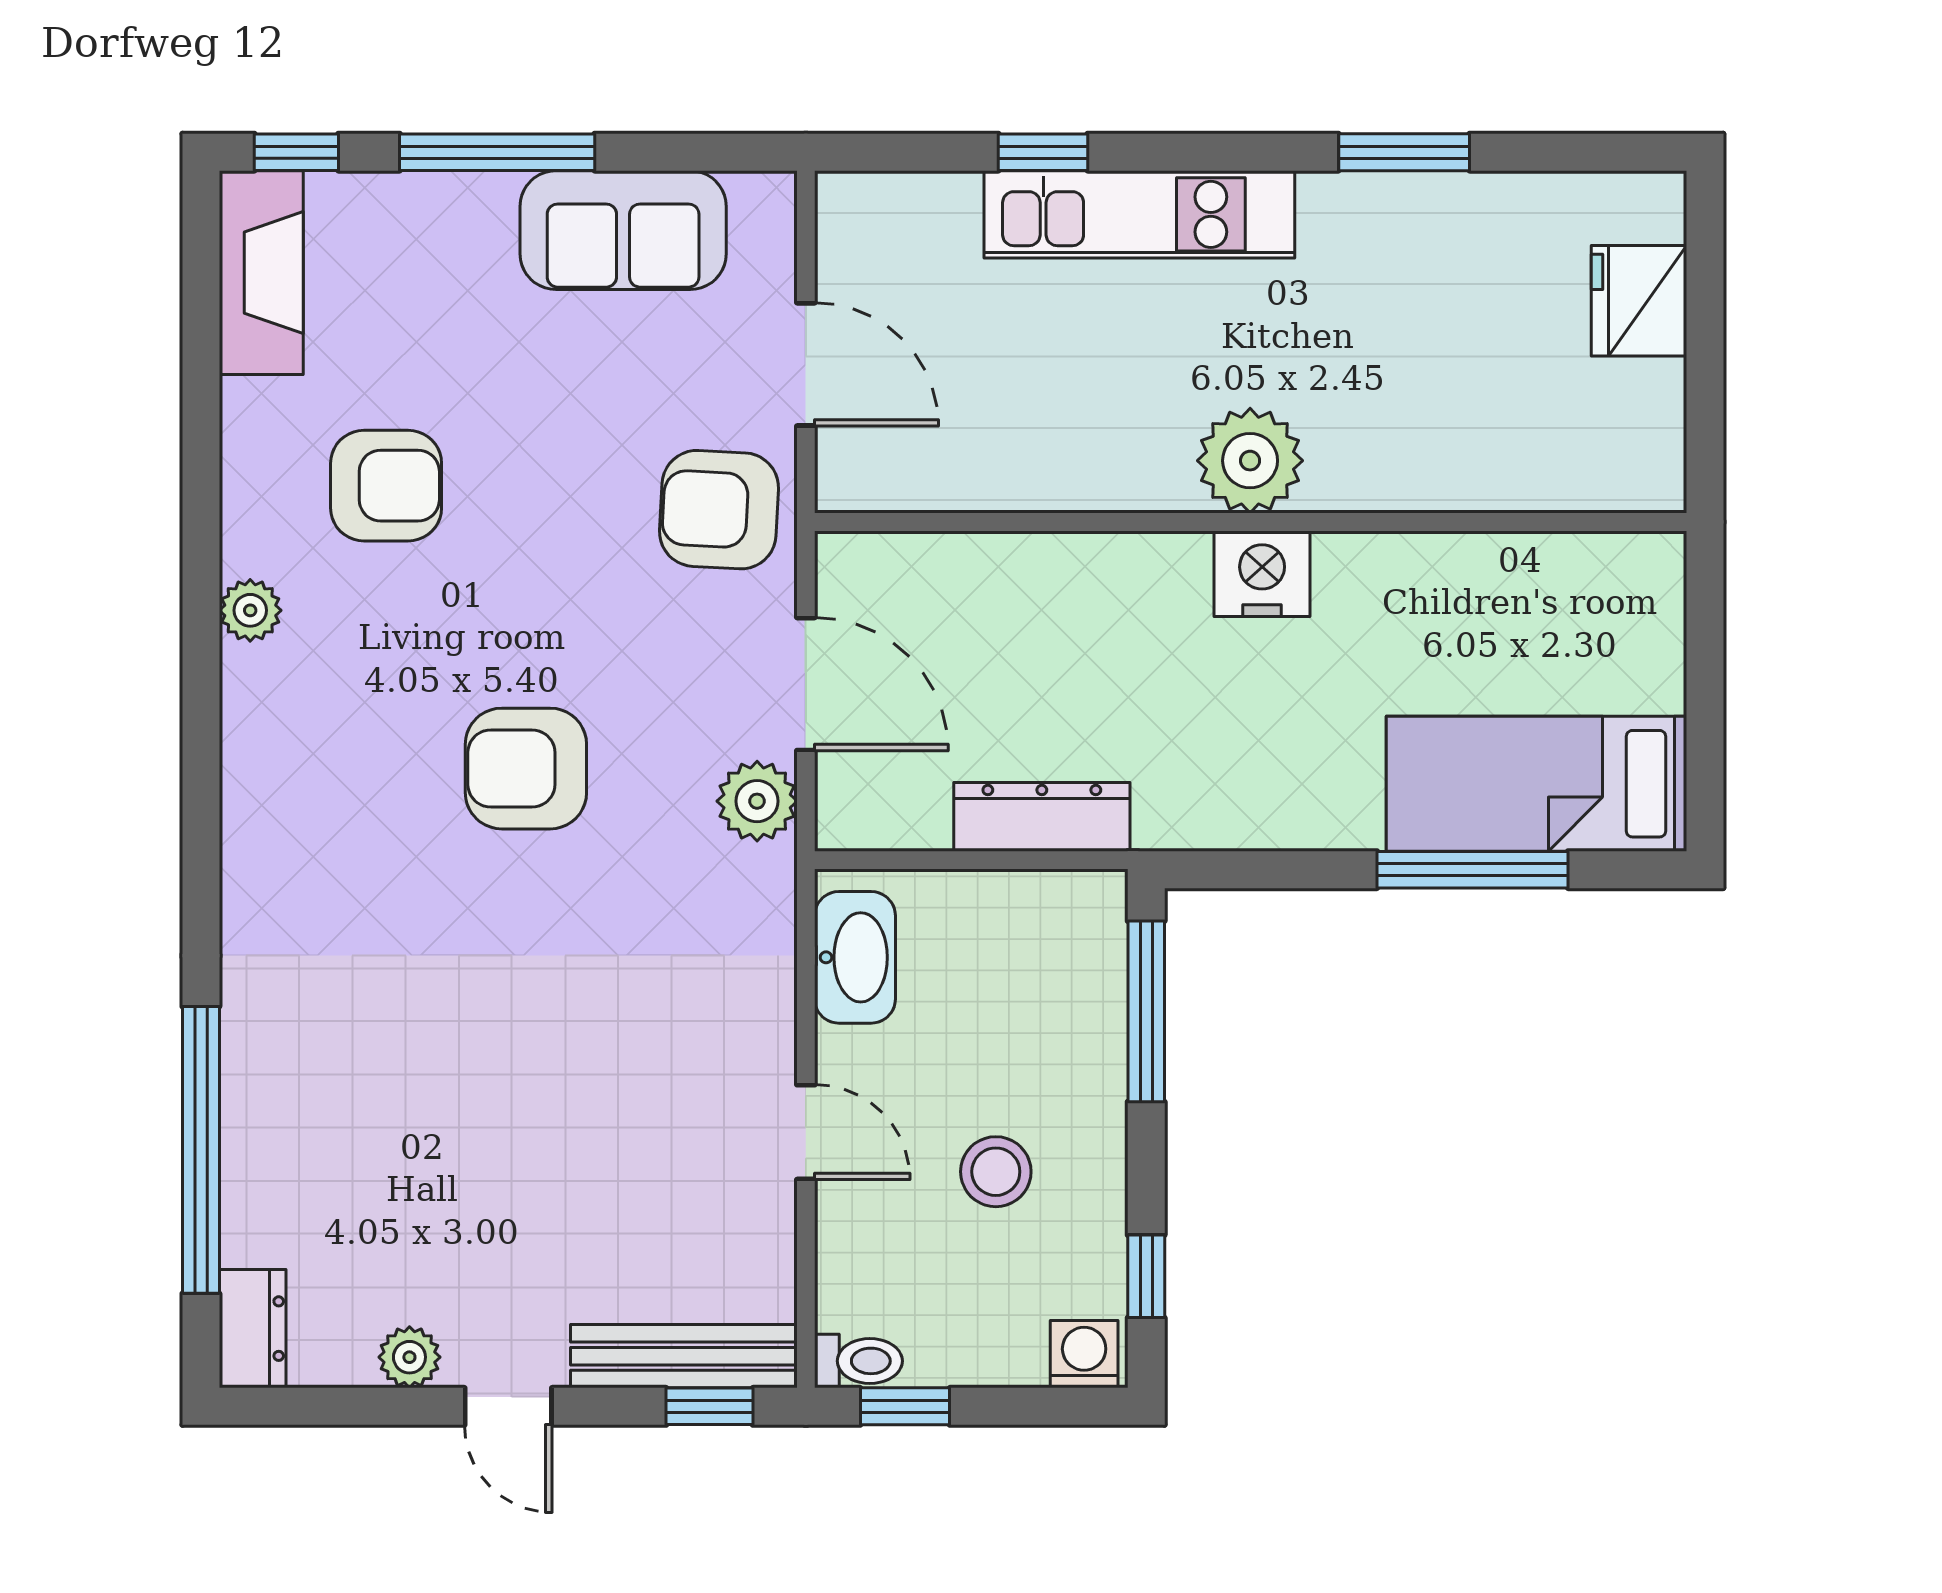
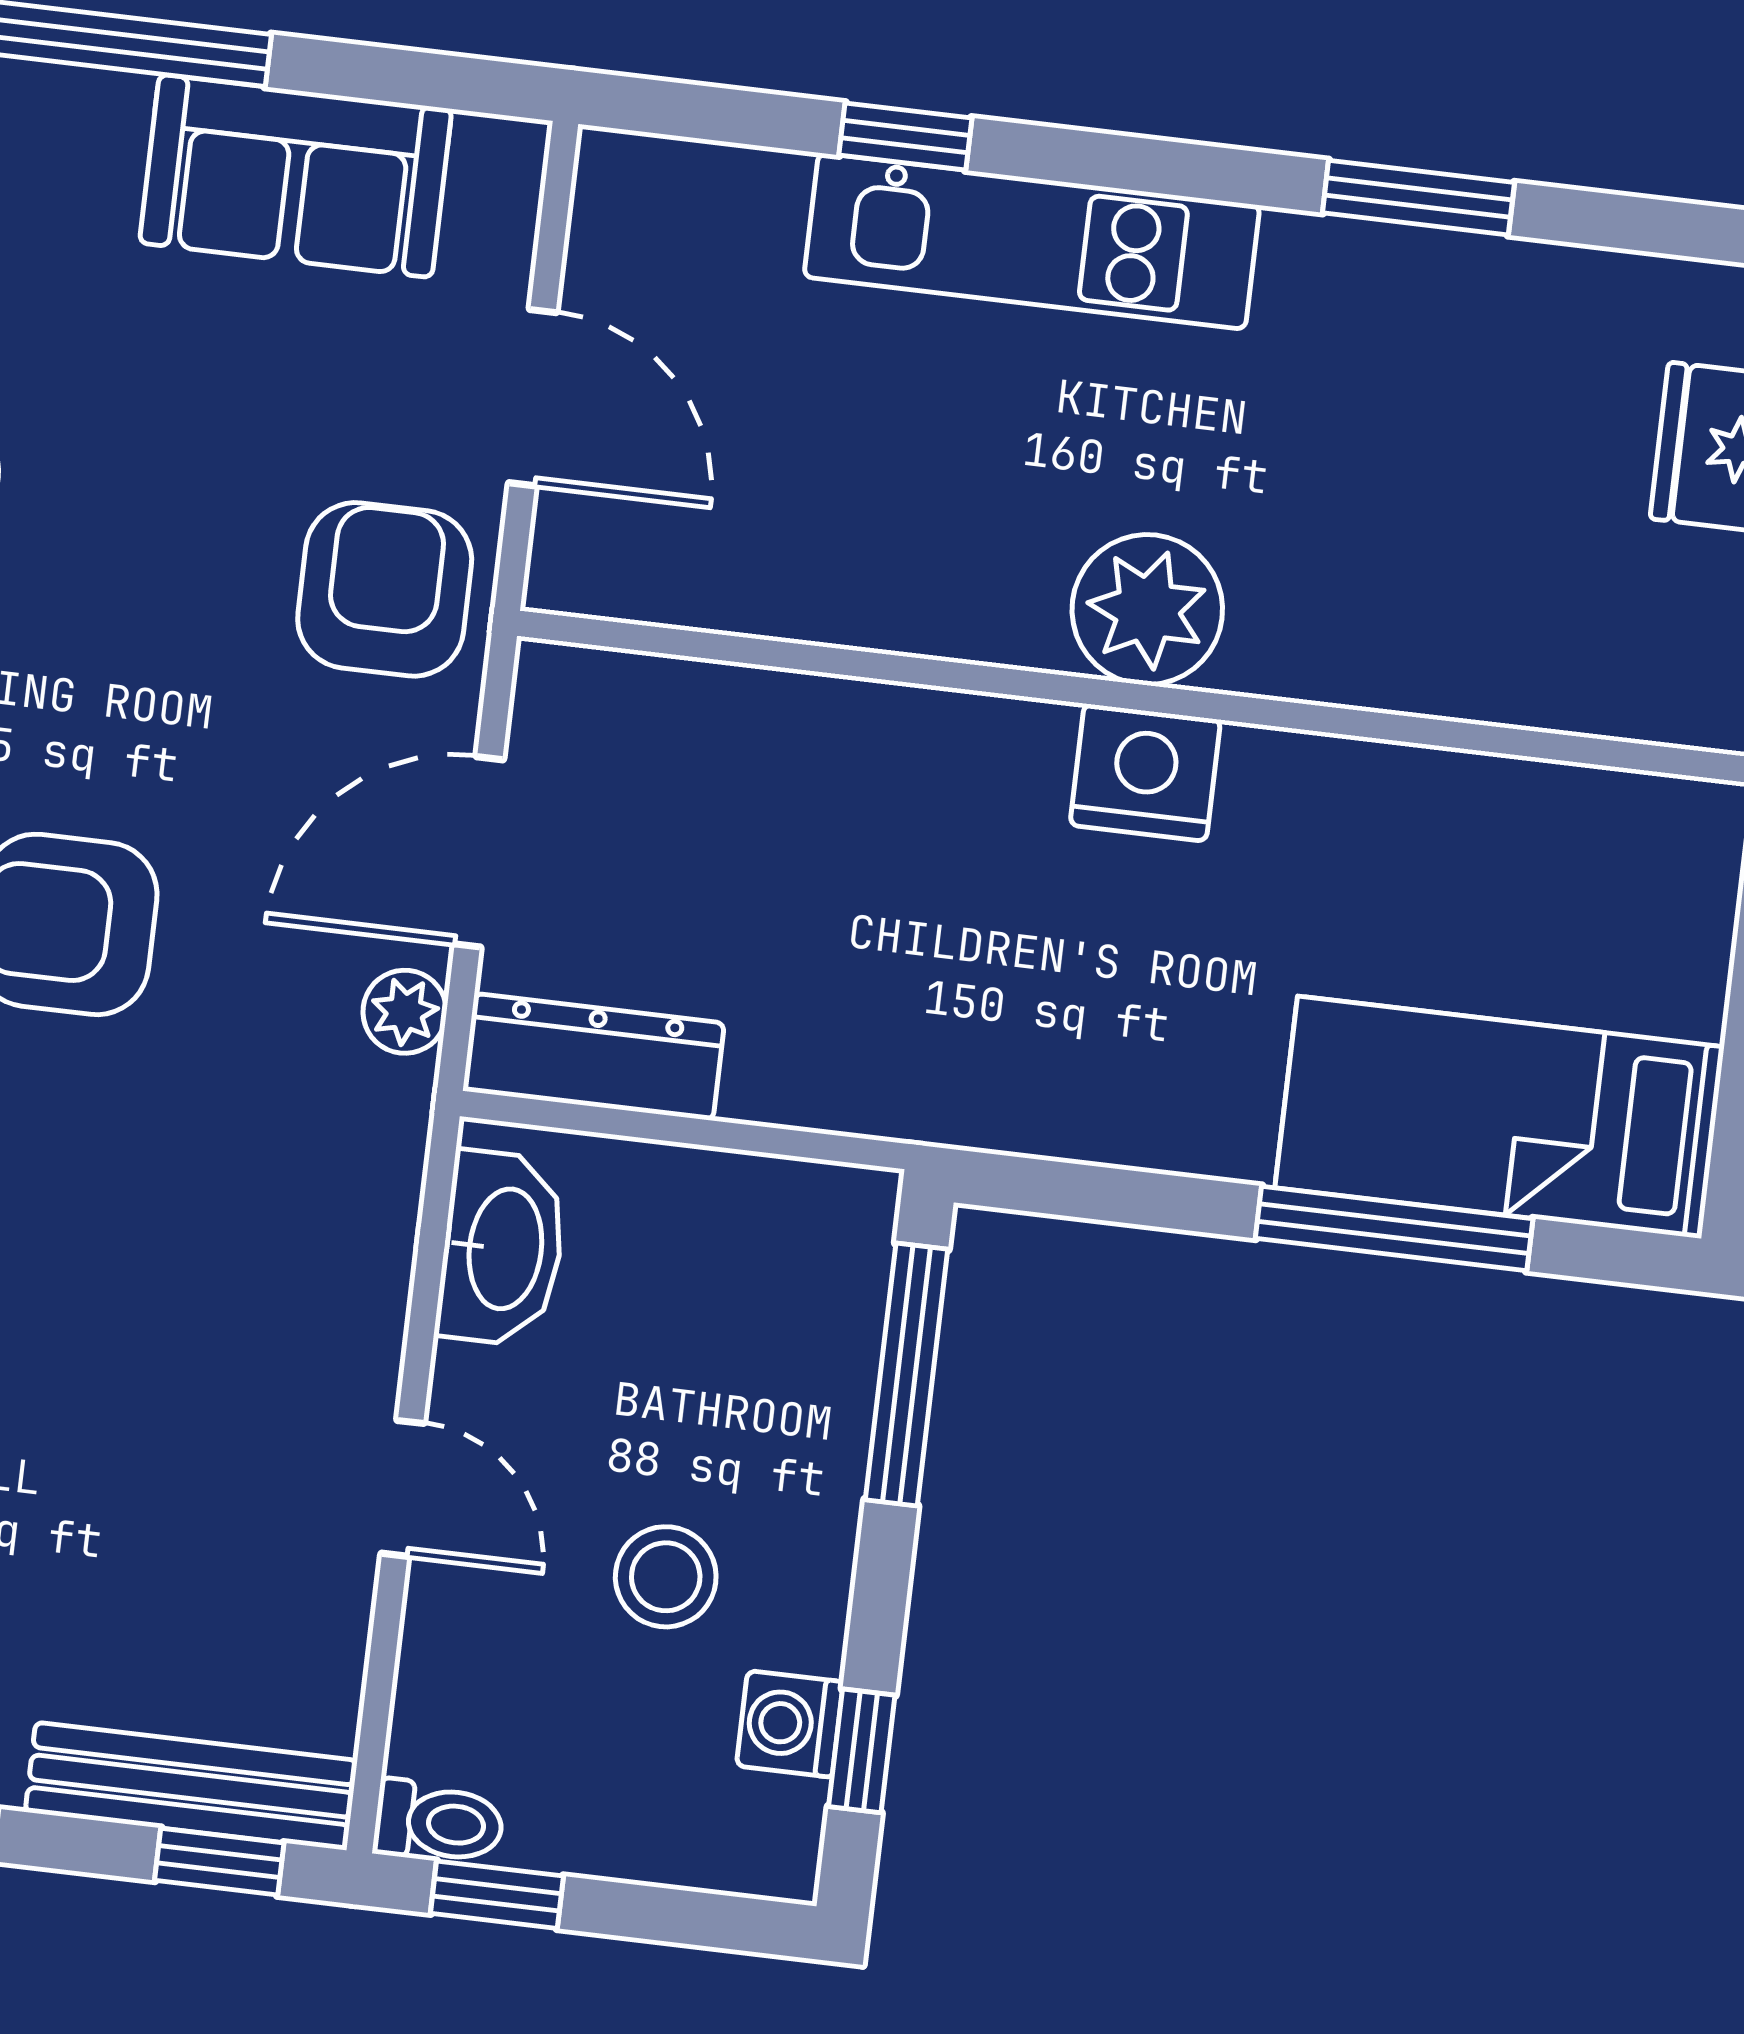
armchair: (719, 510) -> (385, 589), turned 87
door: (806, 684) -> (478, 852), swing flipped
plant: (757, 801) -> (405, 1012), width x0.73, depth x0.73
dresser: (1042, 817) -> (594, 1057), moved
washing machine: (1084, 1354) -> (790, 1724), moved, turned -90

